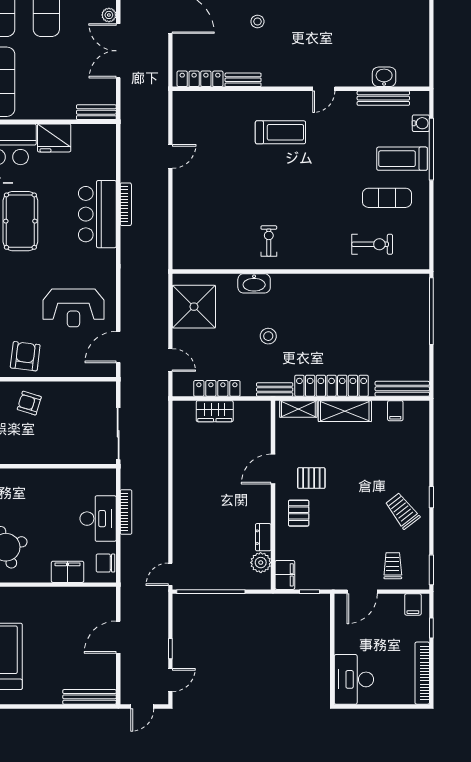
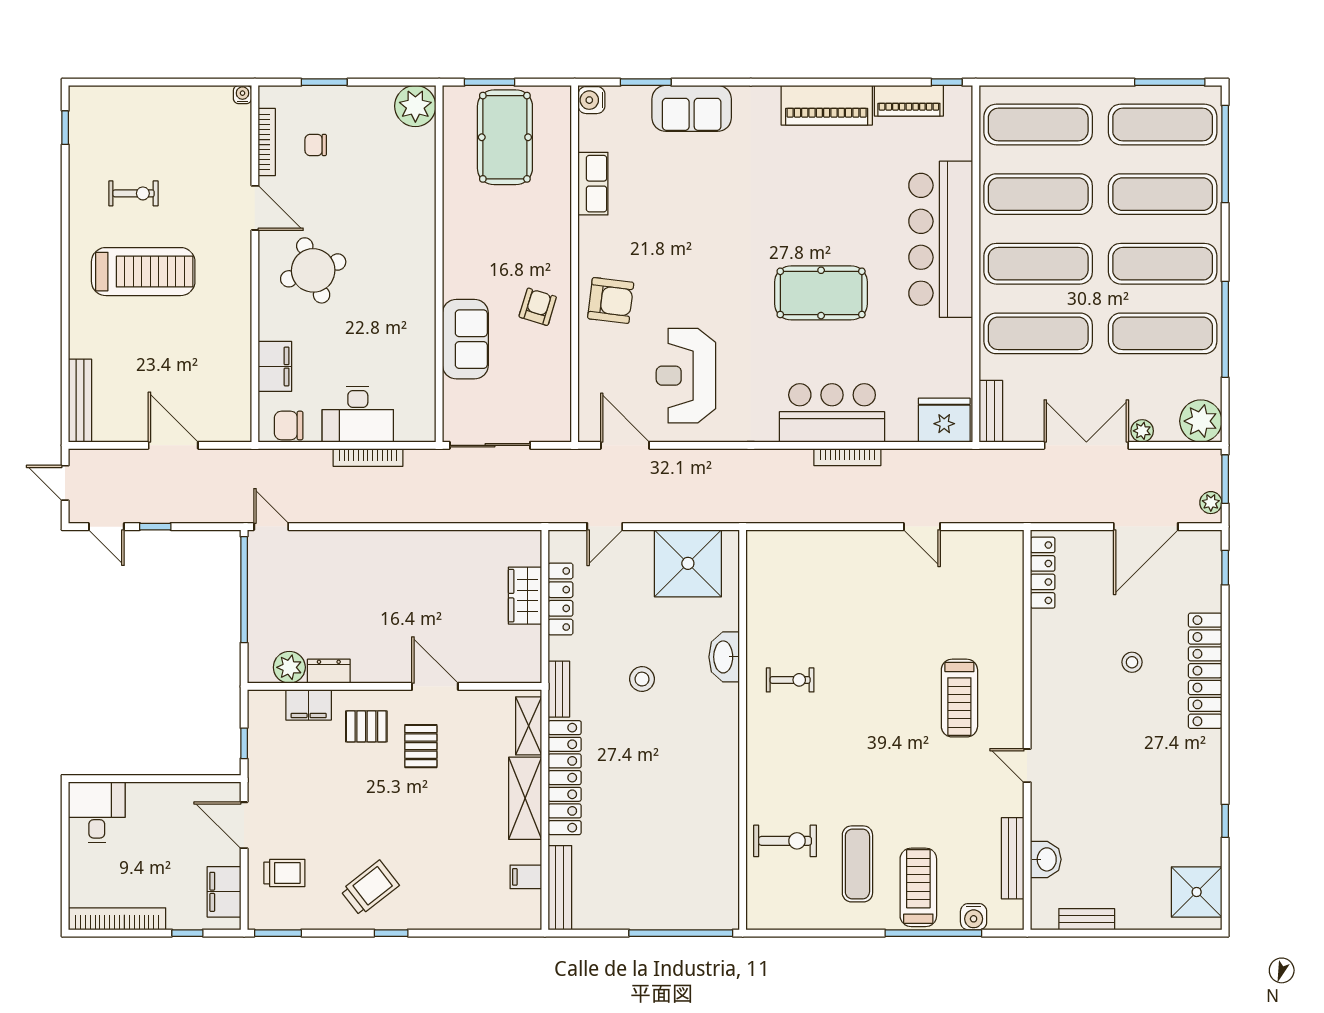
bench: (243, 80) -> (1087, 919), moved, turned 90
exercise mat: (46, 82) -> (1038, 333), added
fridge: (54, 138) -> (944, 420), moved, turned 90
exercise bike: (372, 244) -> (785, 841), turned -90
sofa: (50, 449) -> (465, 339), added
chair: (105, 563) -> (289, 426), turned -90
filing cabinet: (285, 575) -> (309, 705), moved
filing cabinet: (413, 604) -> (224, 892), width x2.00
desk: (354, 679) -> (97, 812), width x0.73

